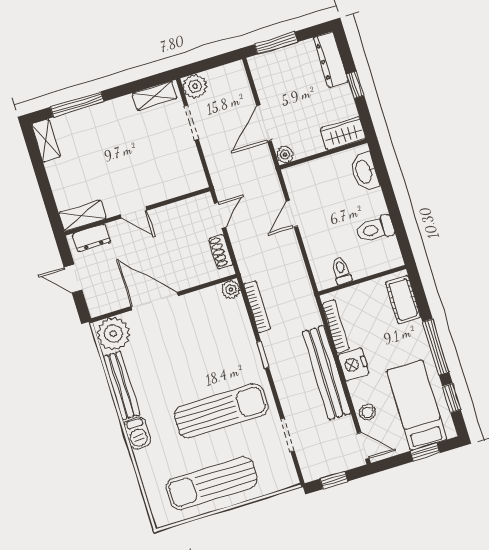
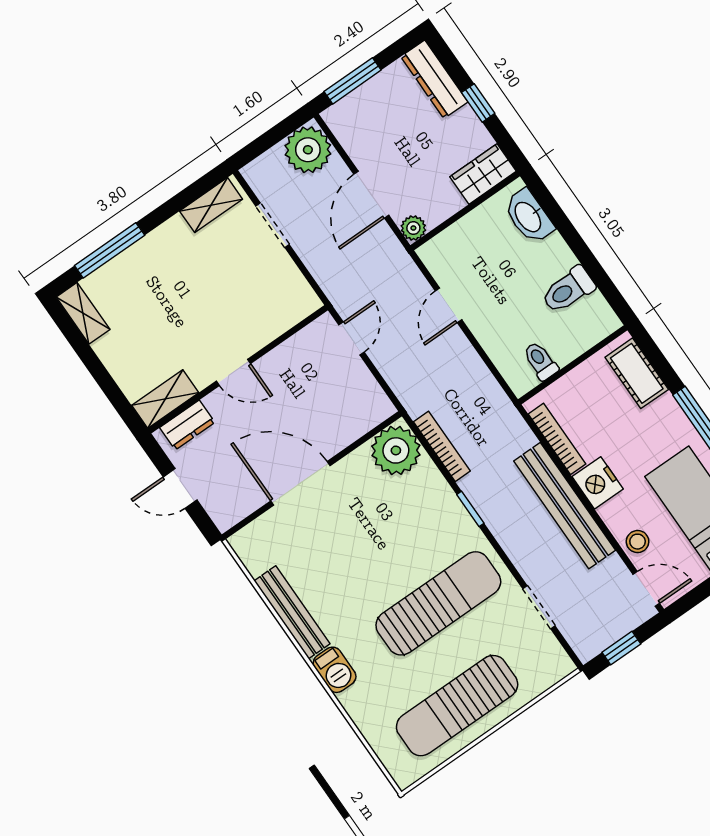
plant: (195, 86) -> (308, 150), moved, width x1.36, depth x1.36
shoe rack: (221, 252) -> (369, 388), removed
plant: (231, 289) -> (396, 450), width x1.87, depth x1.87
plant: (113, 334) -> (259, 546), removed

